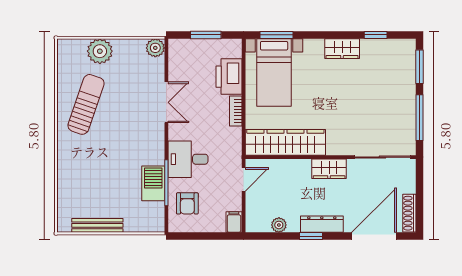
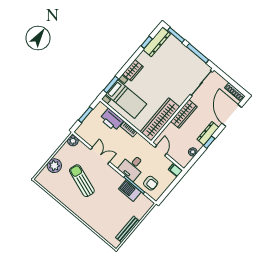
dresser: (388, 48) -> (157, 42), added
wardrobe: (342, 49) -> (133, 70), moved
sun lounger: (86, 104) -> (82, 181), moved
wardrobe: (329, 169) -> (184, 114), width x1.50

